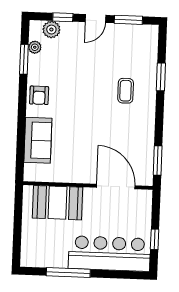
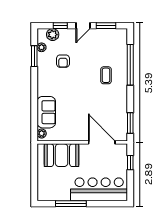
window: (161, 77) -> (130, 65), width x2.11
armchair: (39, 95) -> (63, 61), moved
plant: (30, 170) -> (42, 133), added
window: (155, 239) -> (130, 163), moved

